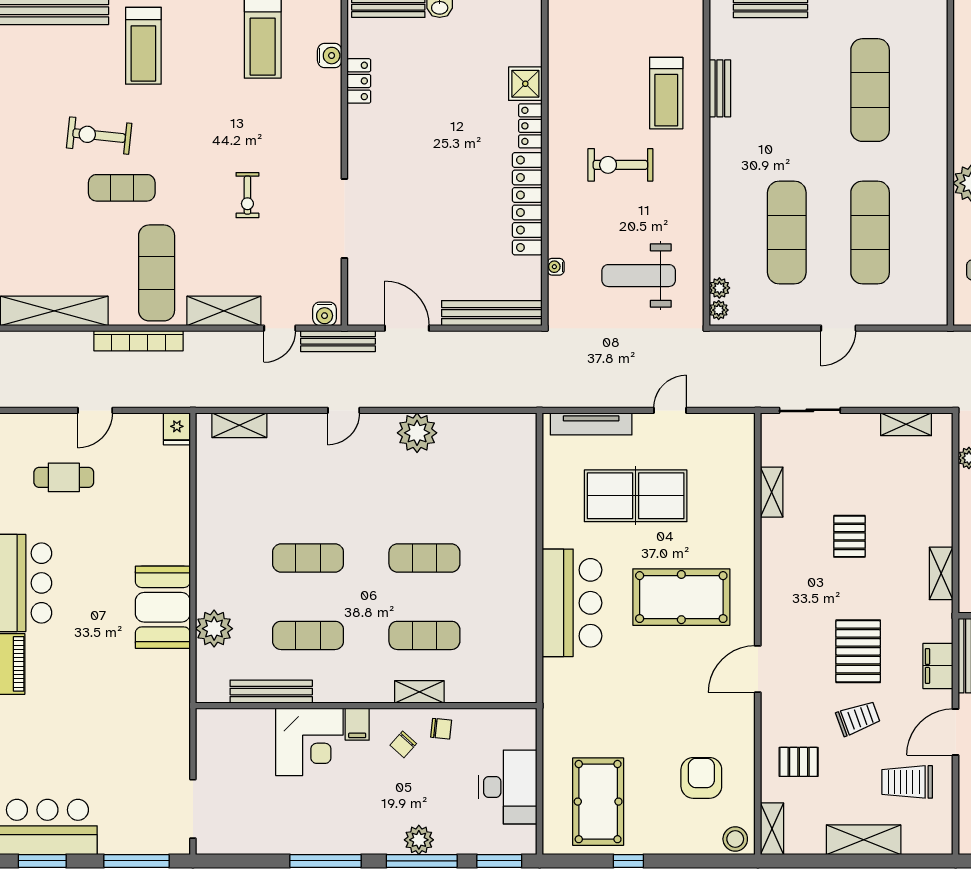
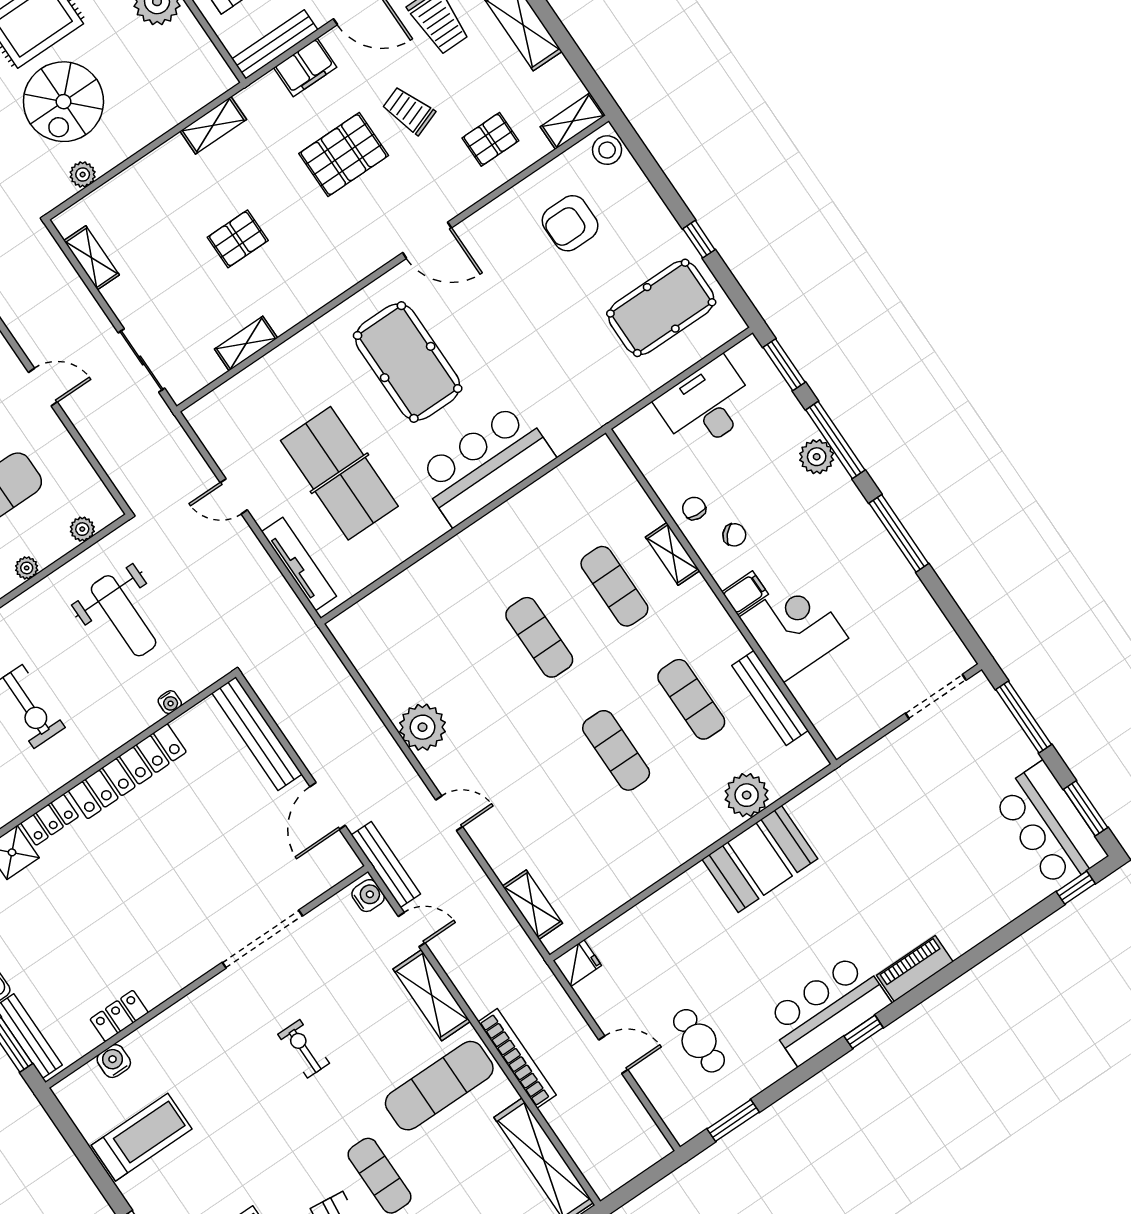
exercise bike: (247, 195) -> (304, 1049), turned -90
plant: (719, 310) -> (27, 568), moved
pallet: (799, 762) -> (490, 139), turned 90

